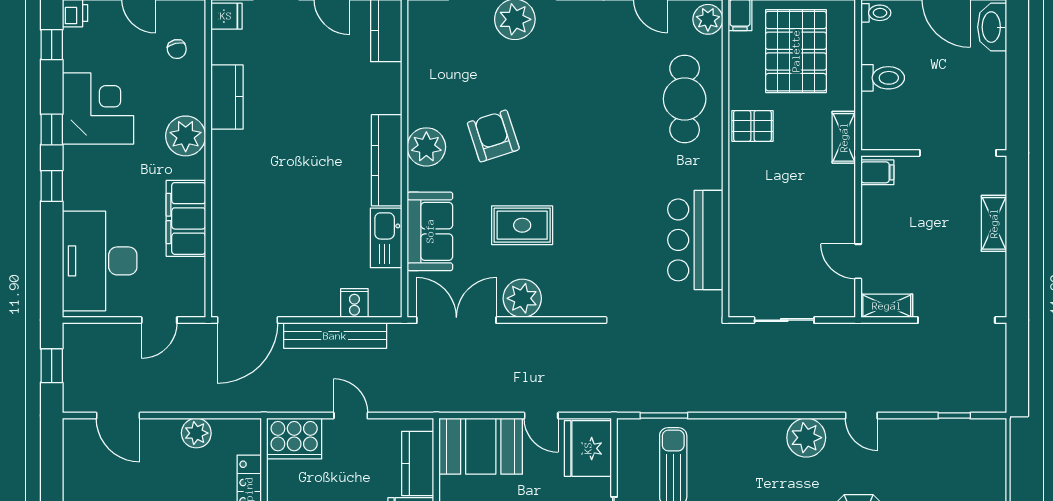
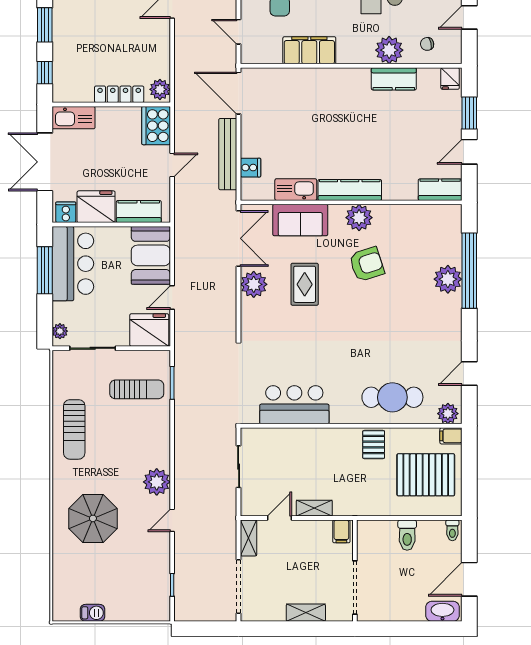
plant: (186, 136) -> (389, 50), moved
shelving: (844, 137) -> (314, 508), moved
plant: (196, 433) -> (160, 89), moved

